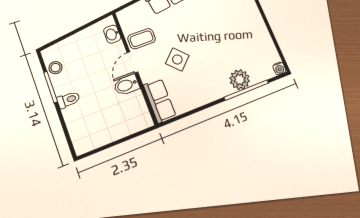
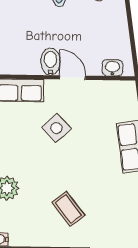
coffee table: (142, 39) -> (68, 209), moved, turned -38

